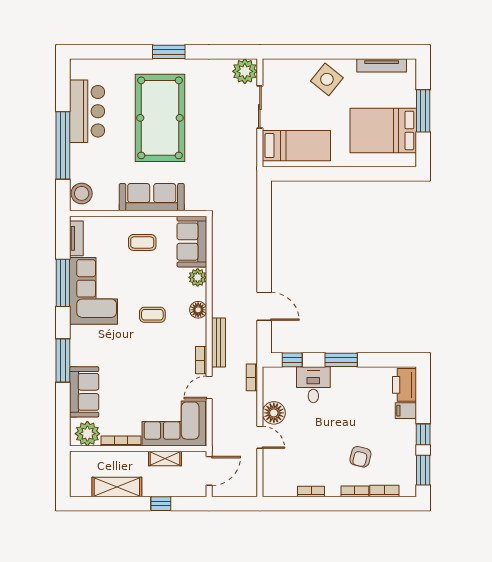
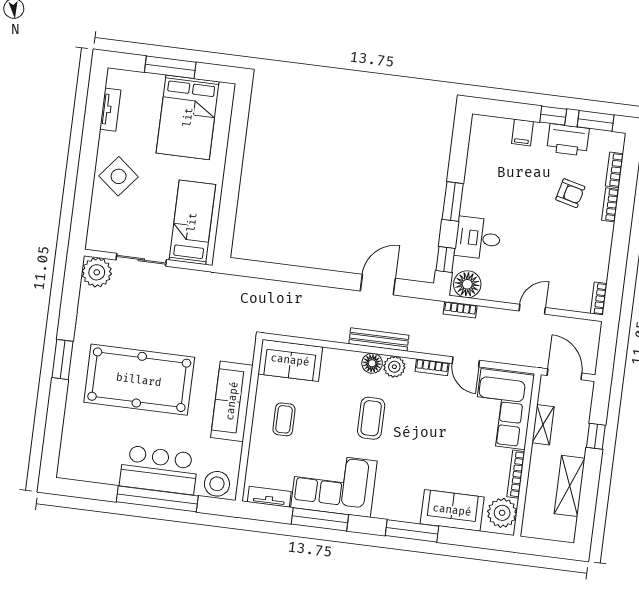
tv unit: (382, 65) -> (110, 110), width x0.71
bar counter: (87, 111) -> (159, 470), moved
plant: (198, 277) -> (394, 367), moved
coffee table: (152, 315) -> (371, 418), width x1.36, depth x1.30
bench: (219, 342) -> (379, 340), moved
printer: (404, 385) -> (568, 140), moved
floor lamp: (274, 413) -> (467, 284), moved
bookcase: (311, 491) -> (599, 298), moved

